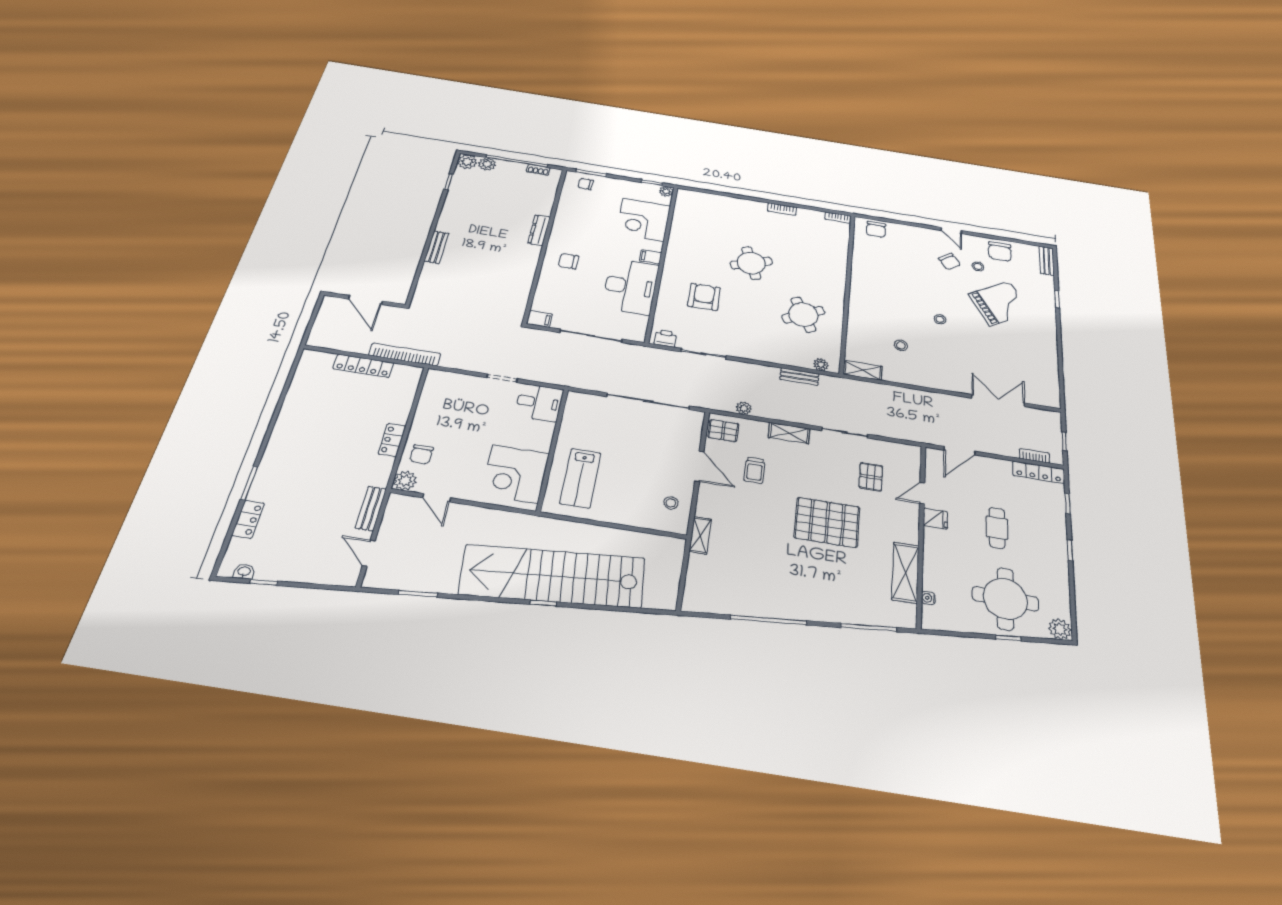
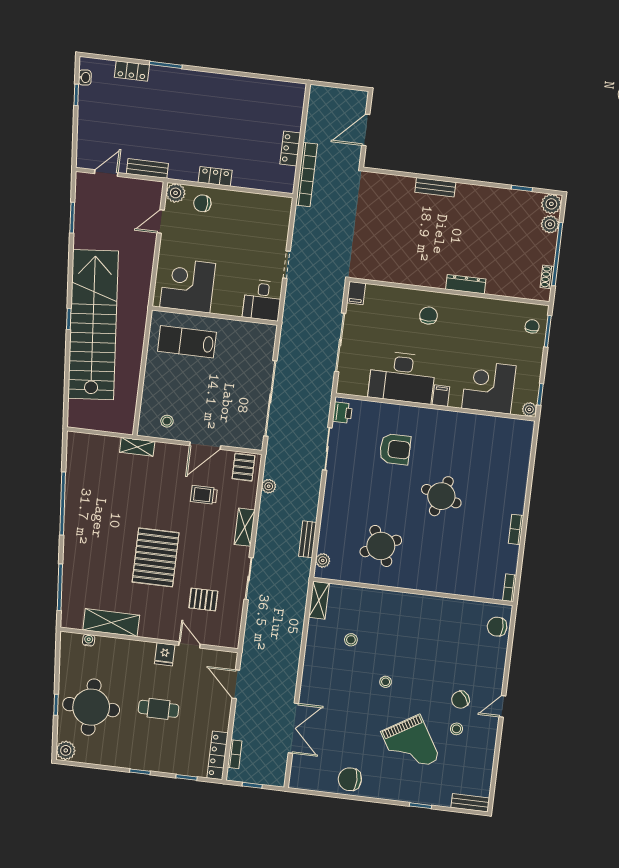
chair: (1000, 251) -> (350, 779), moved
round table: (751, 263) -> (441, 496), turned 38
locker: (363, 366) -> (290, 148), width x0.66

